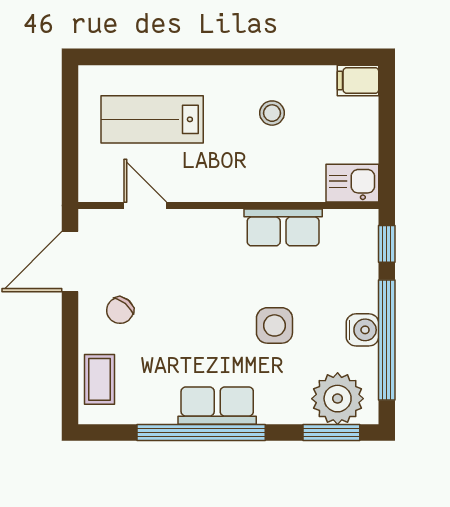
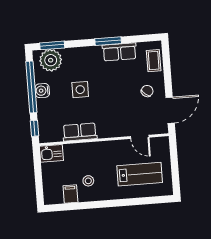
filing cabinet: (358, 80) -> (70, 194), moved, turned -90
row of seats: (217, 406) -> (119, 52), moved
window: (201, 432) -> (108, 41), width x0.47

